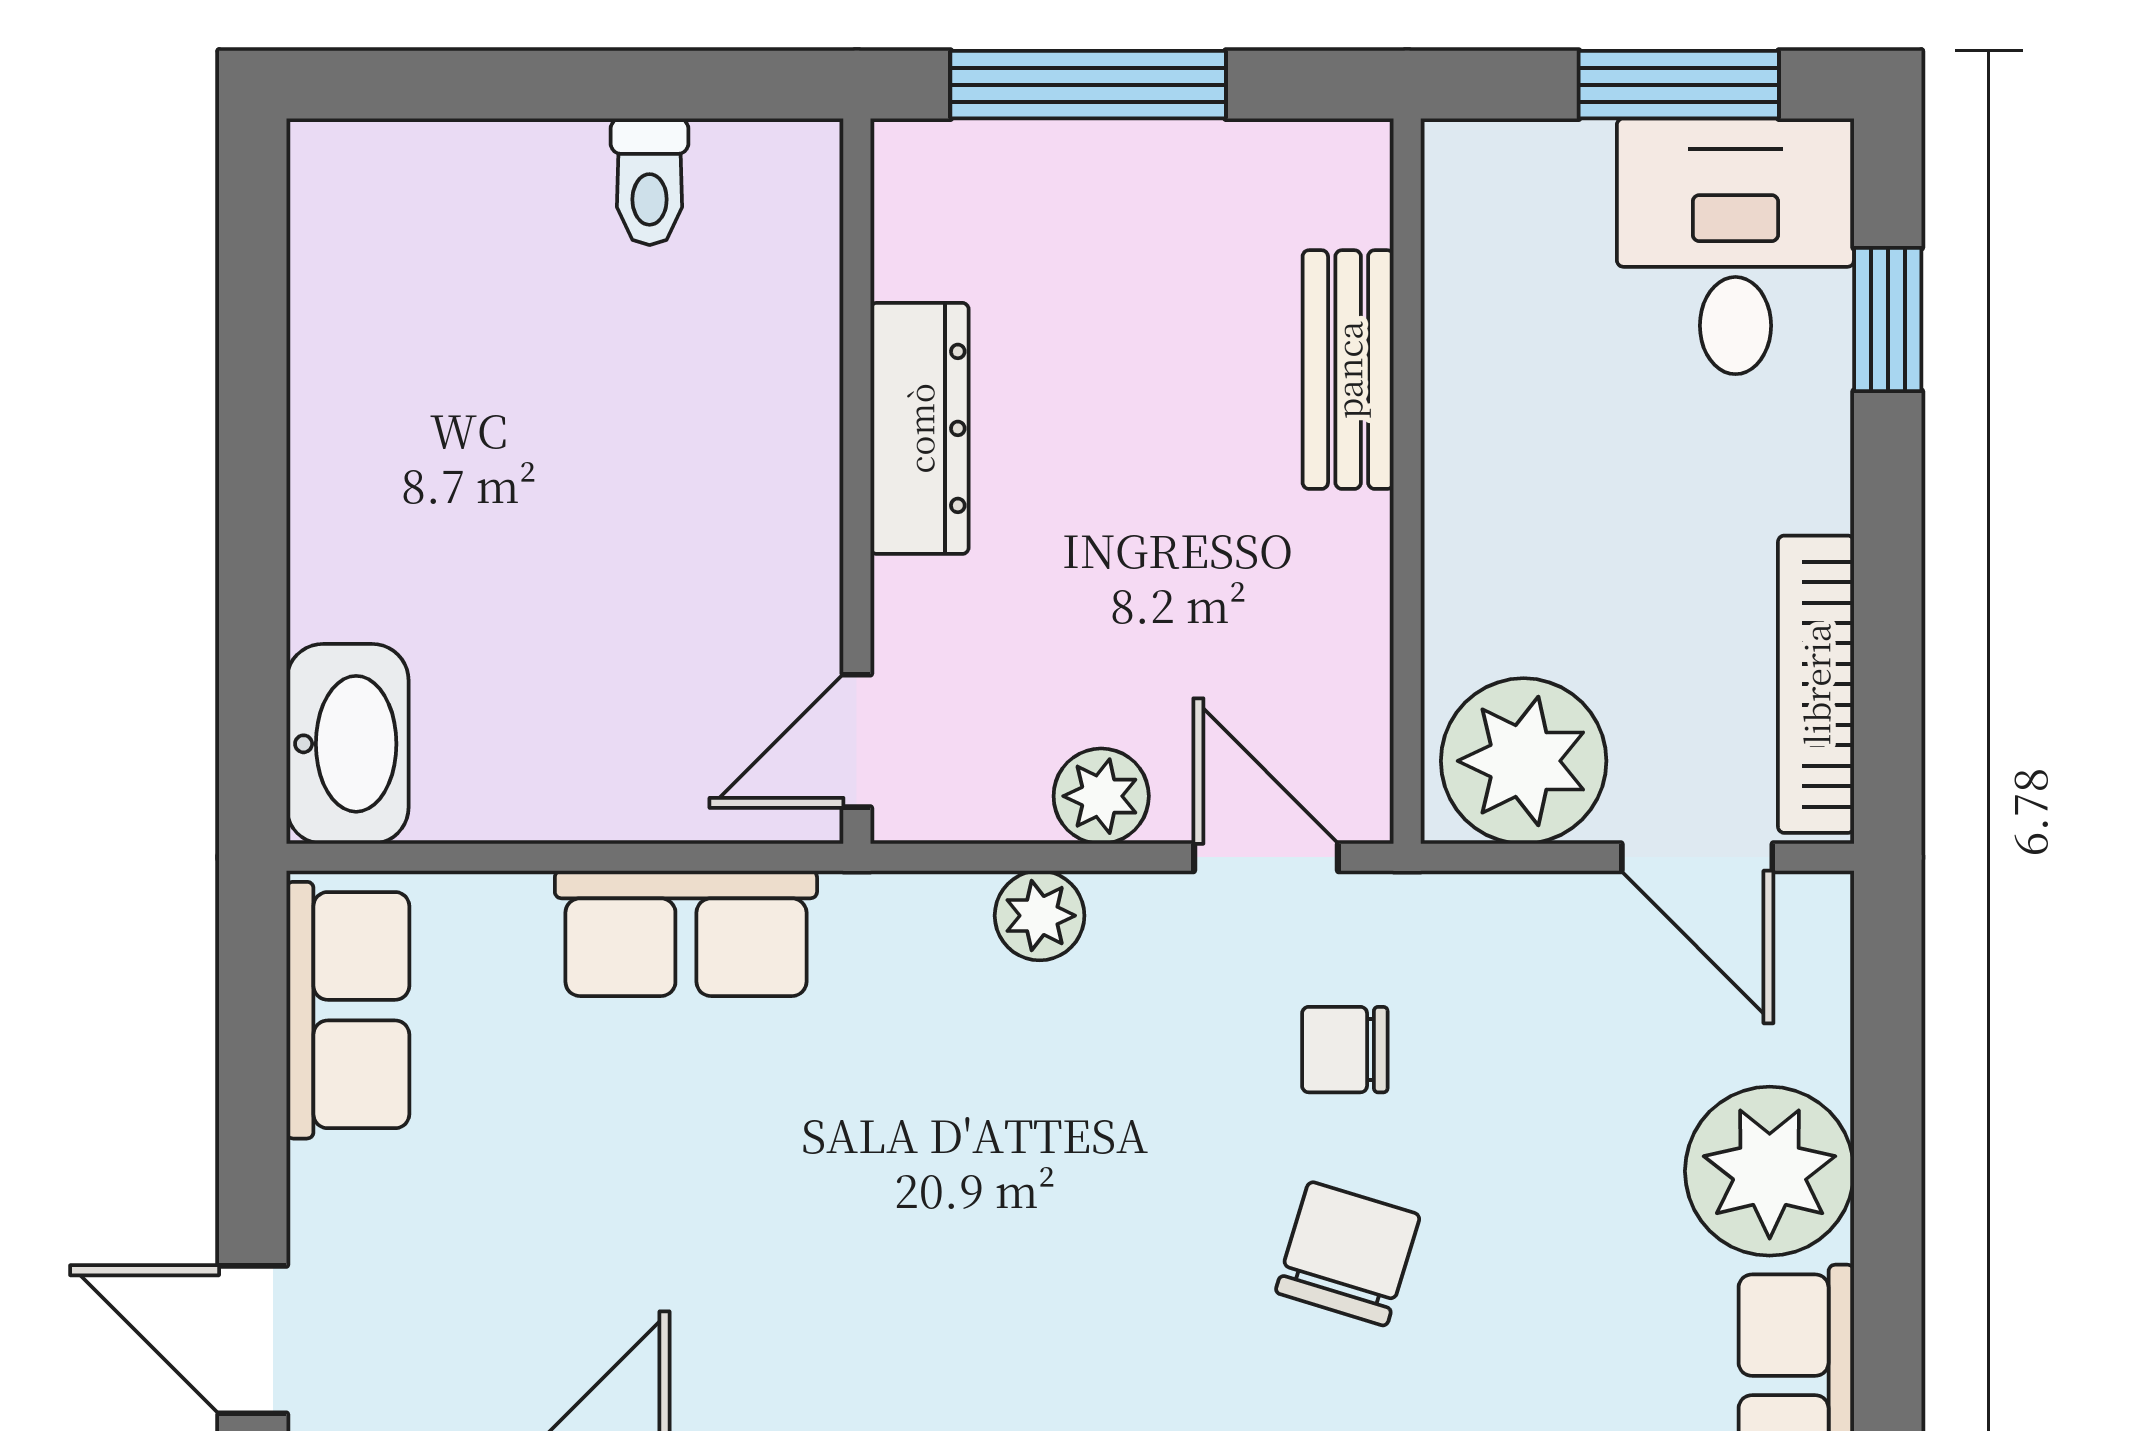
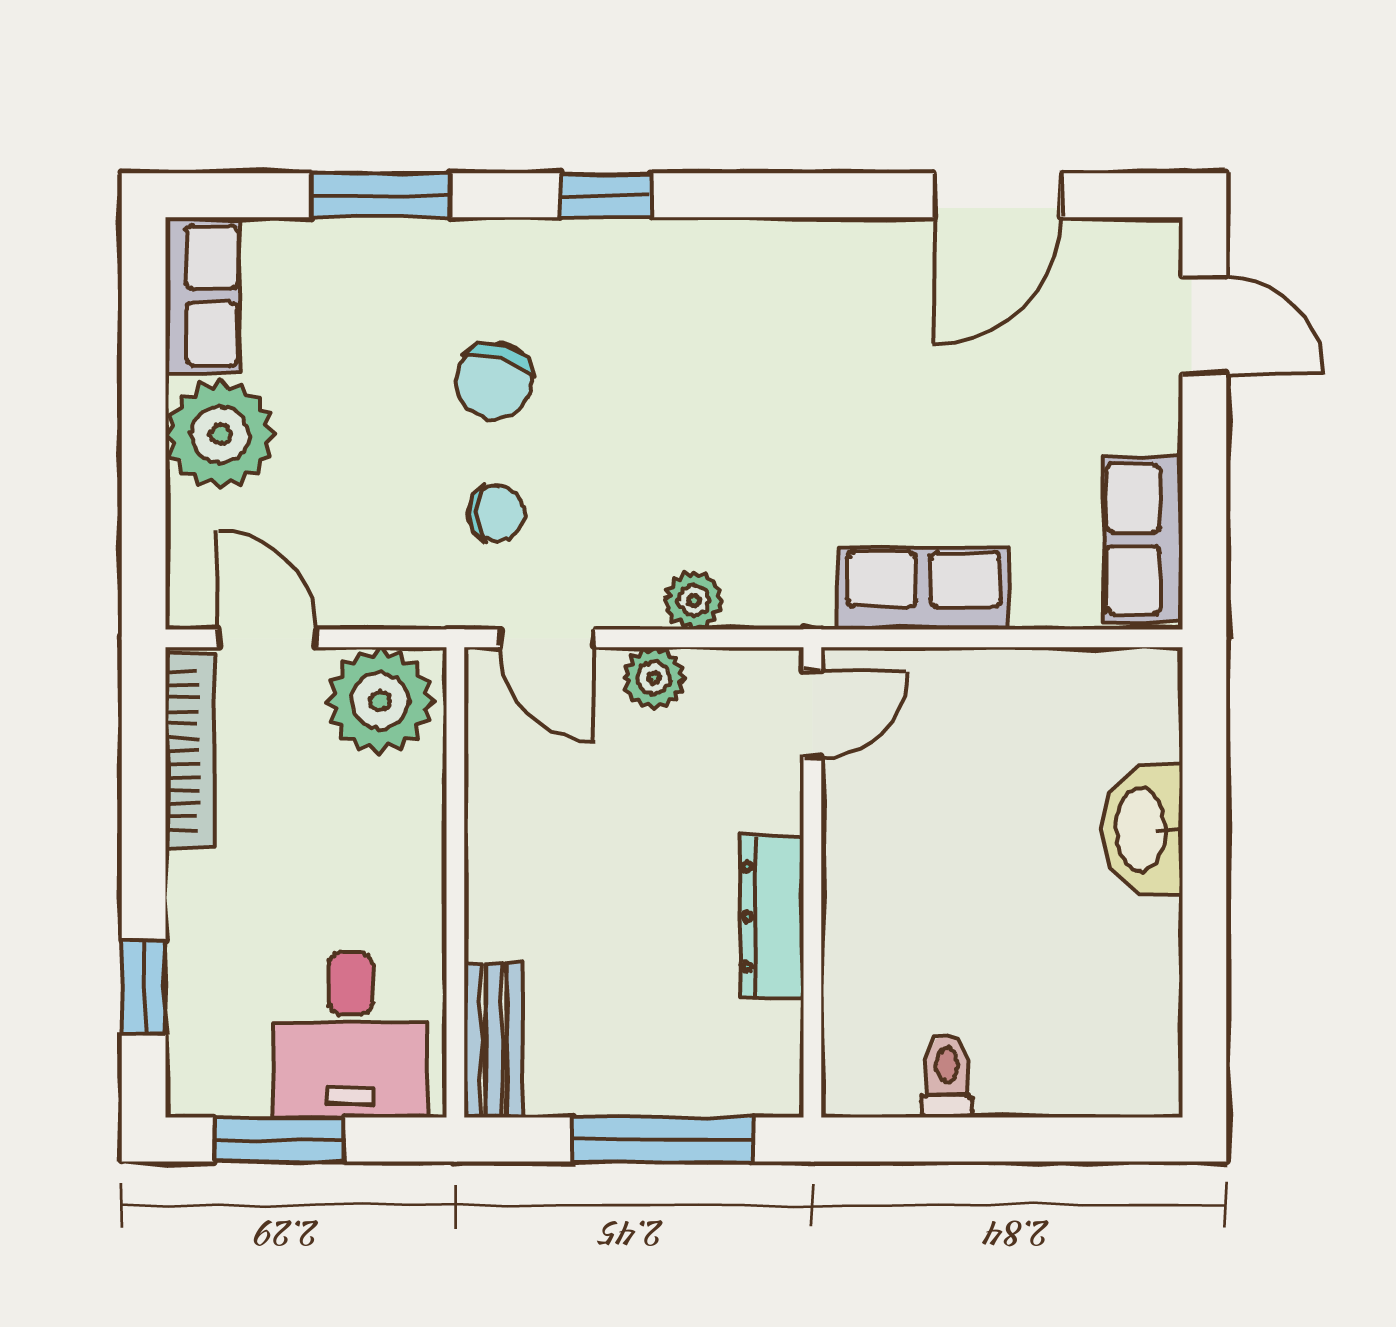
desk: (1735, 246) -> (351, 1035), moved
bench: (1348, 370) -> (494, 1040), moved
washbasin: (348, 744) -> (1143, 830), moved

